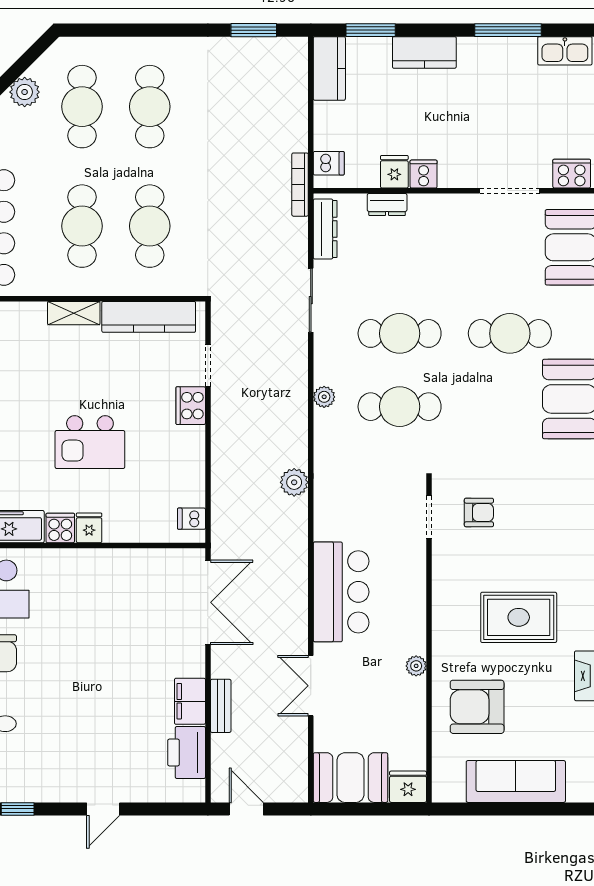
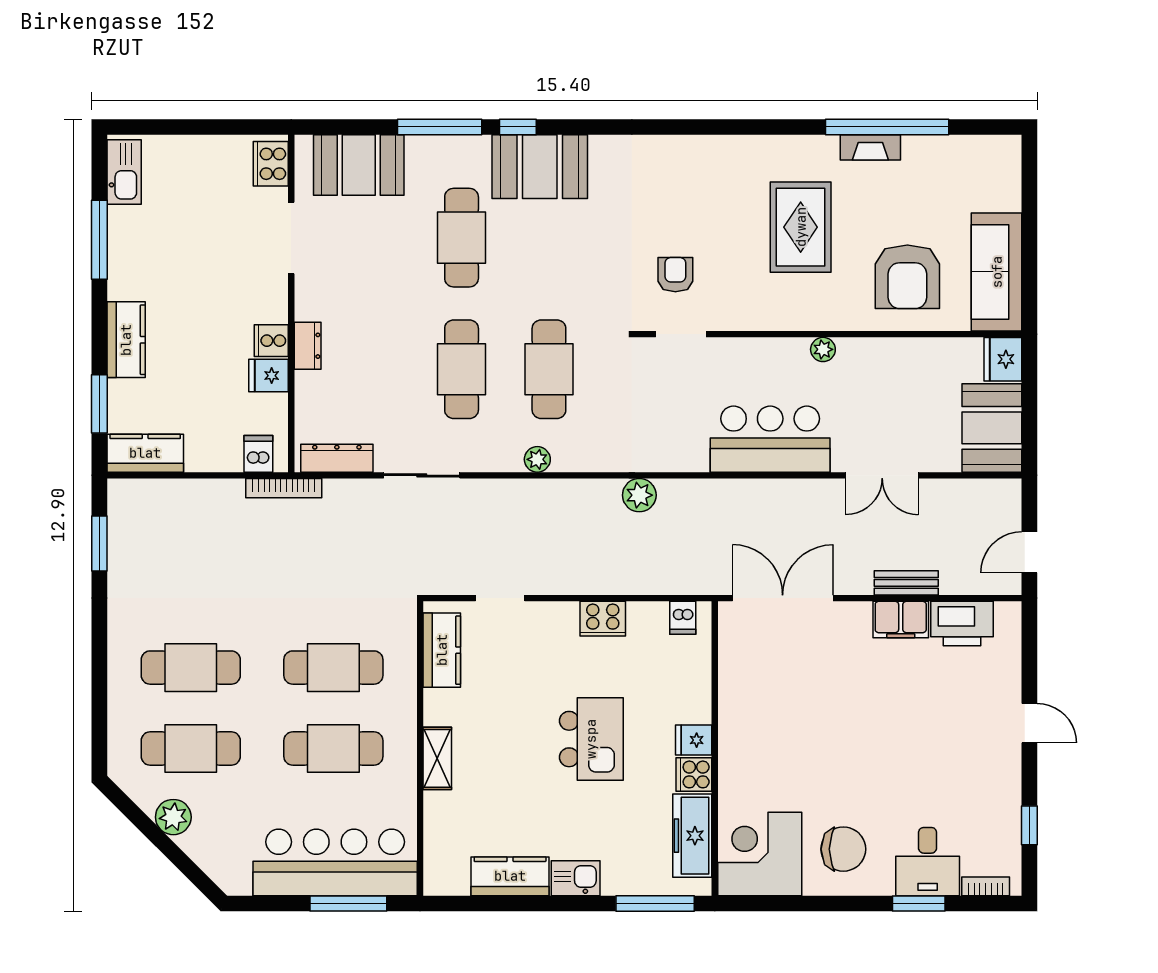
dresser: (387, 204) -> (308, 346), moved
kitchen counter: (149, 317) -> (442, 650), width x0.67
cooker: (191, 406) -> (603, 619), moved
plant: (416, 666) -> (823, 349), moved
sofa: (516, 781) -> (997, 272), moved

